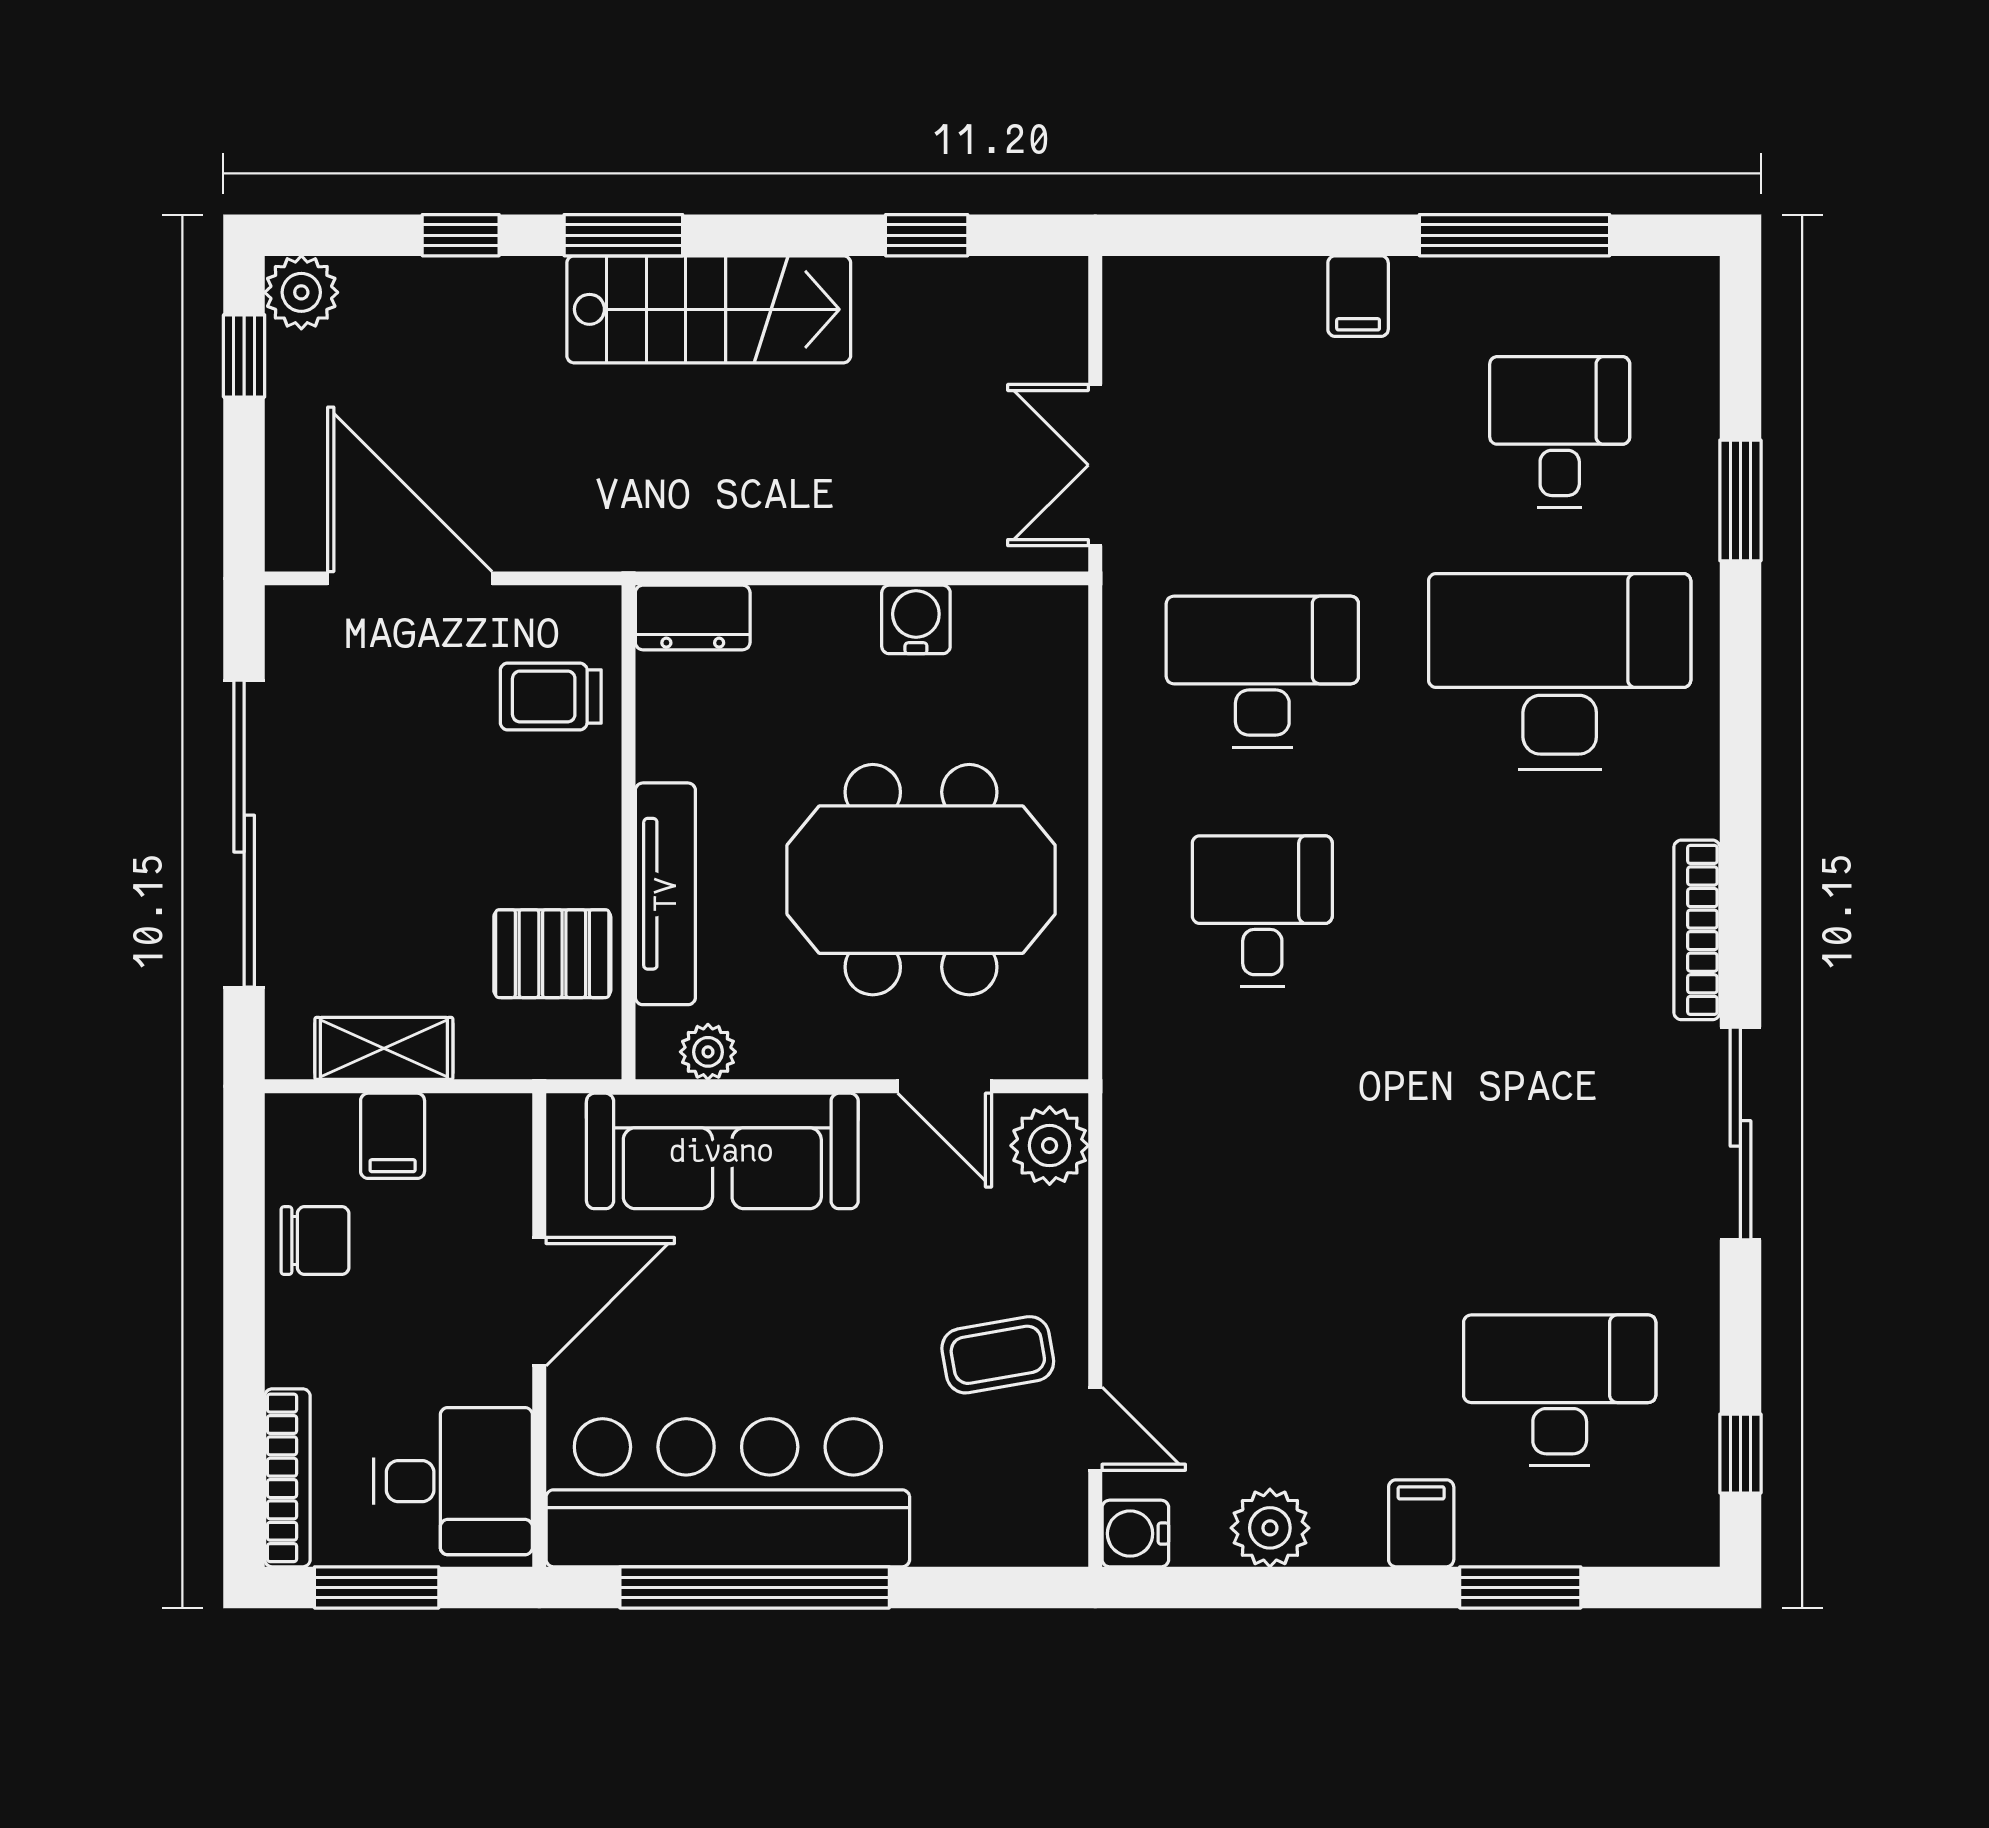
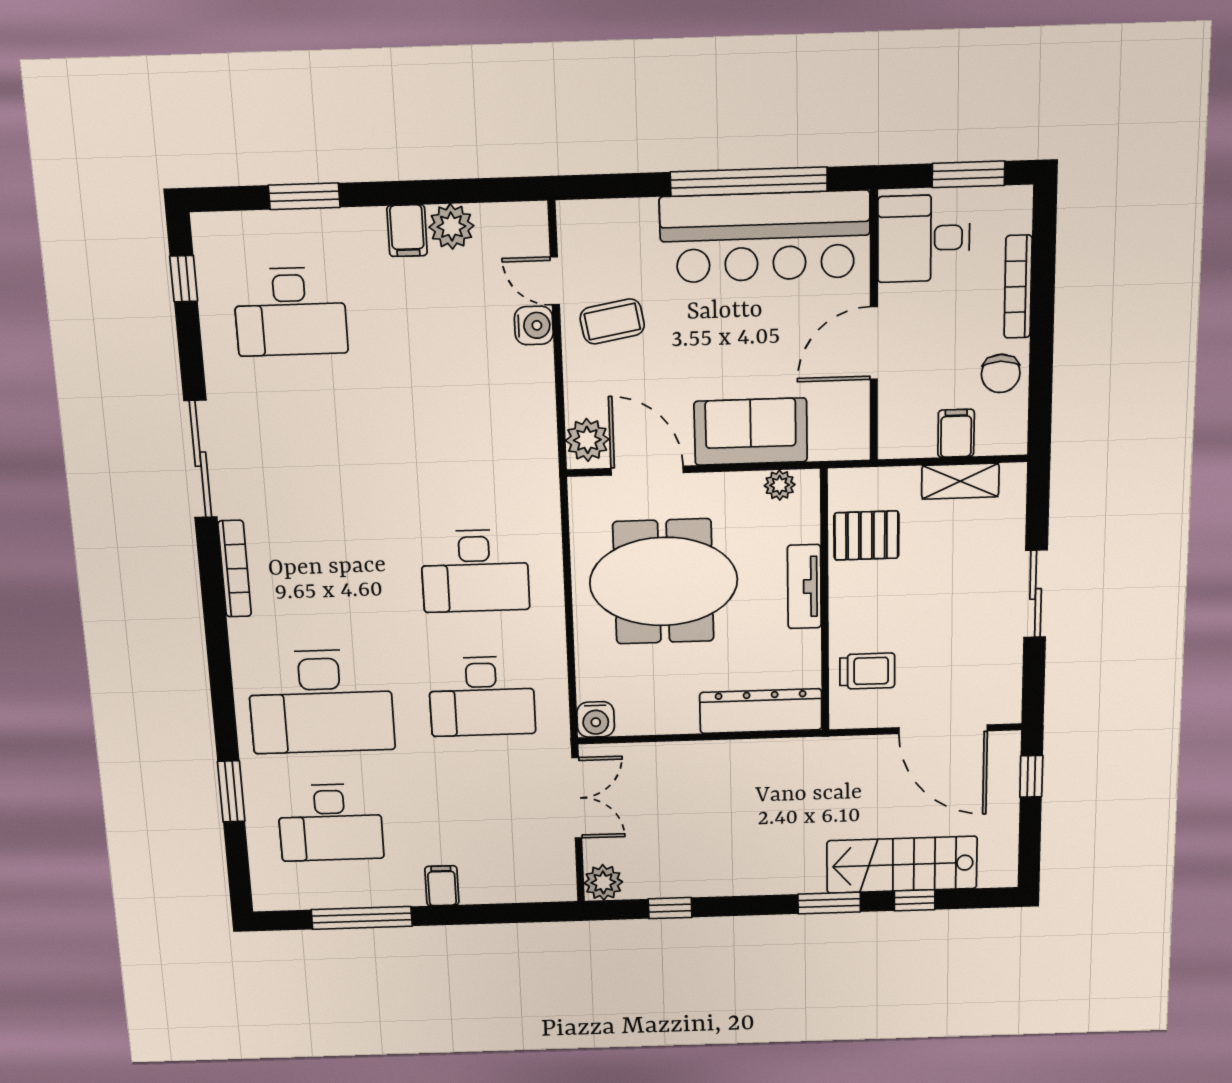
plant: (301, 292) -> (603, 882), moved
stairs: (709, 309) -> (902, 865), moved
window: (244, 356) -> (1031, 776), moved
desk: (1560, 432) -> (330, 822), width x1.37
dresser: (693, 618) -> (761, 711), width x1.96, depth x1.24
water cooler: (916, 619) -> (596, 719), moved
sliding door: (244, 834) -> (1036, 594), width x0.54
tv unit: (665, 894) -> (804, 587), width x0.71
desk: (1262, 911) -> (475, 571), width x1.37
door: (945, 1086) -> (647, 471), width x1.38
sofa: (722, 1151) -> (751, 432), width x0.73
chair: (315, 1241) -> (1001, 373), turned -90
bookcase: (287, 1478) -> (1018, 287), moved
filing cabinet: (1421, 1523) -> (407, 231), moved
water cooler: (1135, 1534) -> (534, 325), moved

